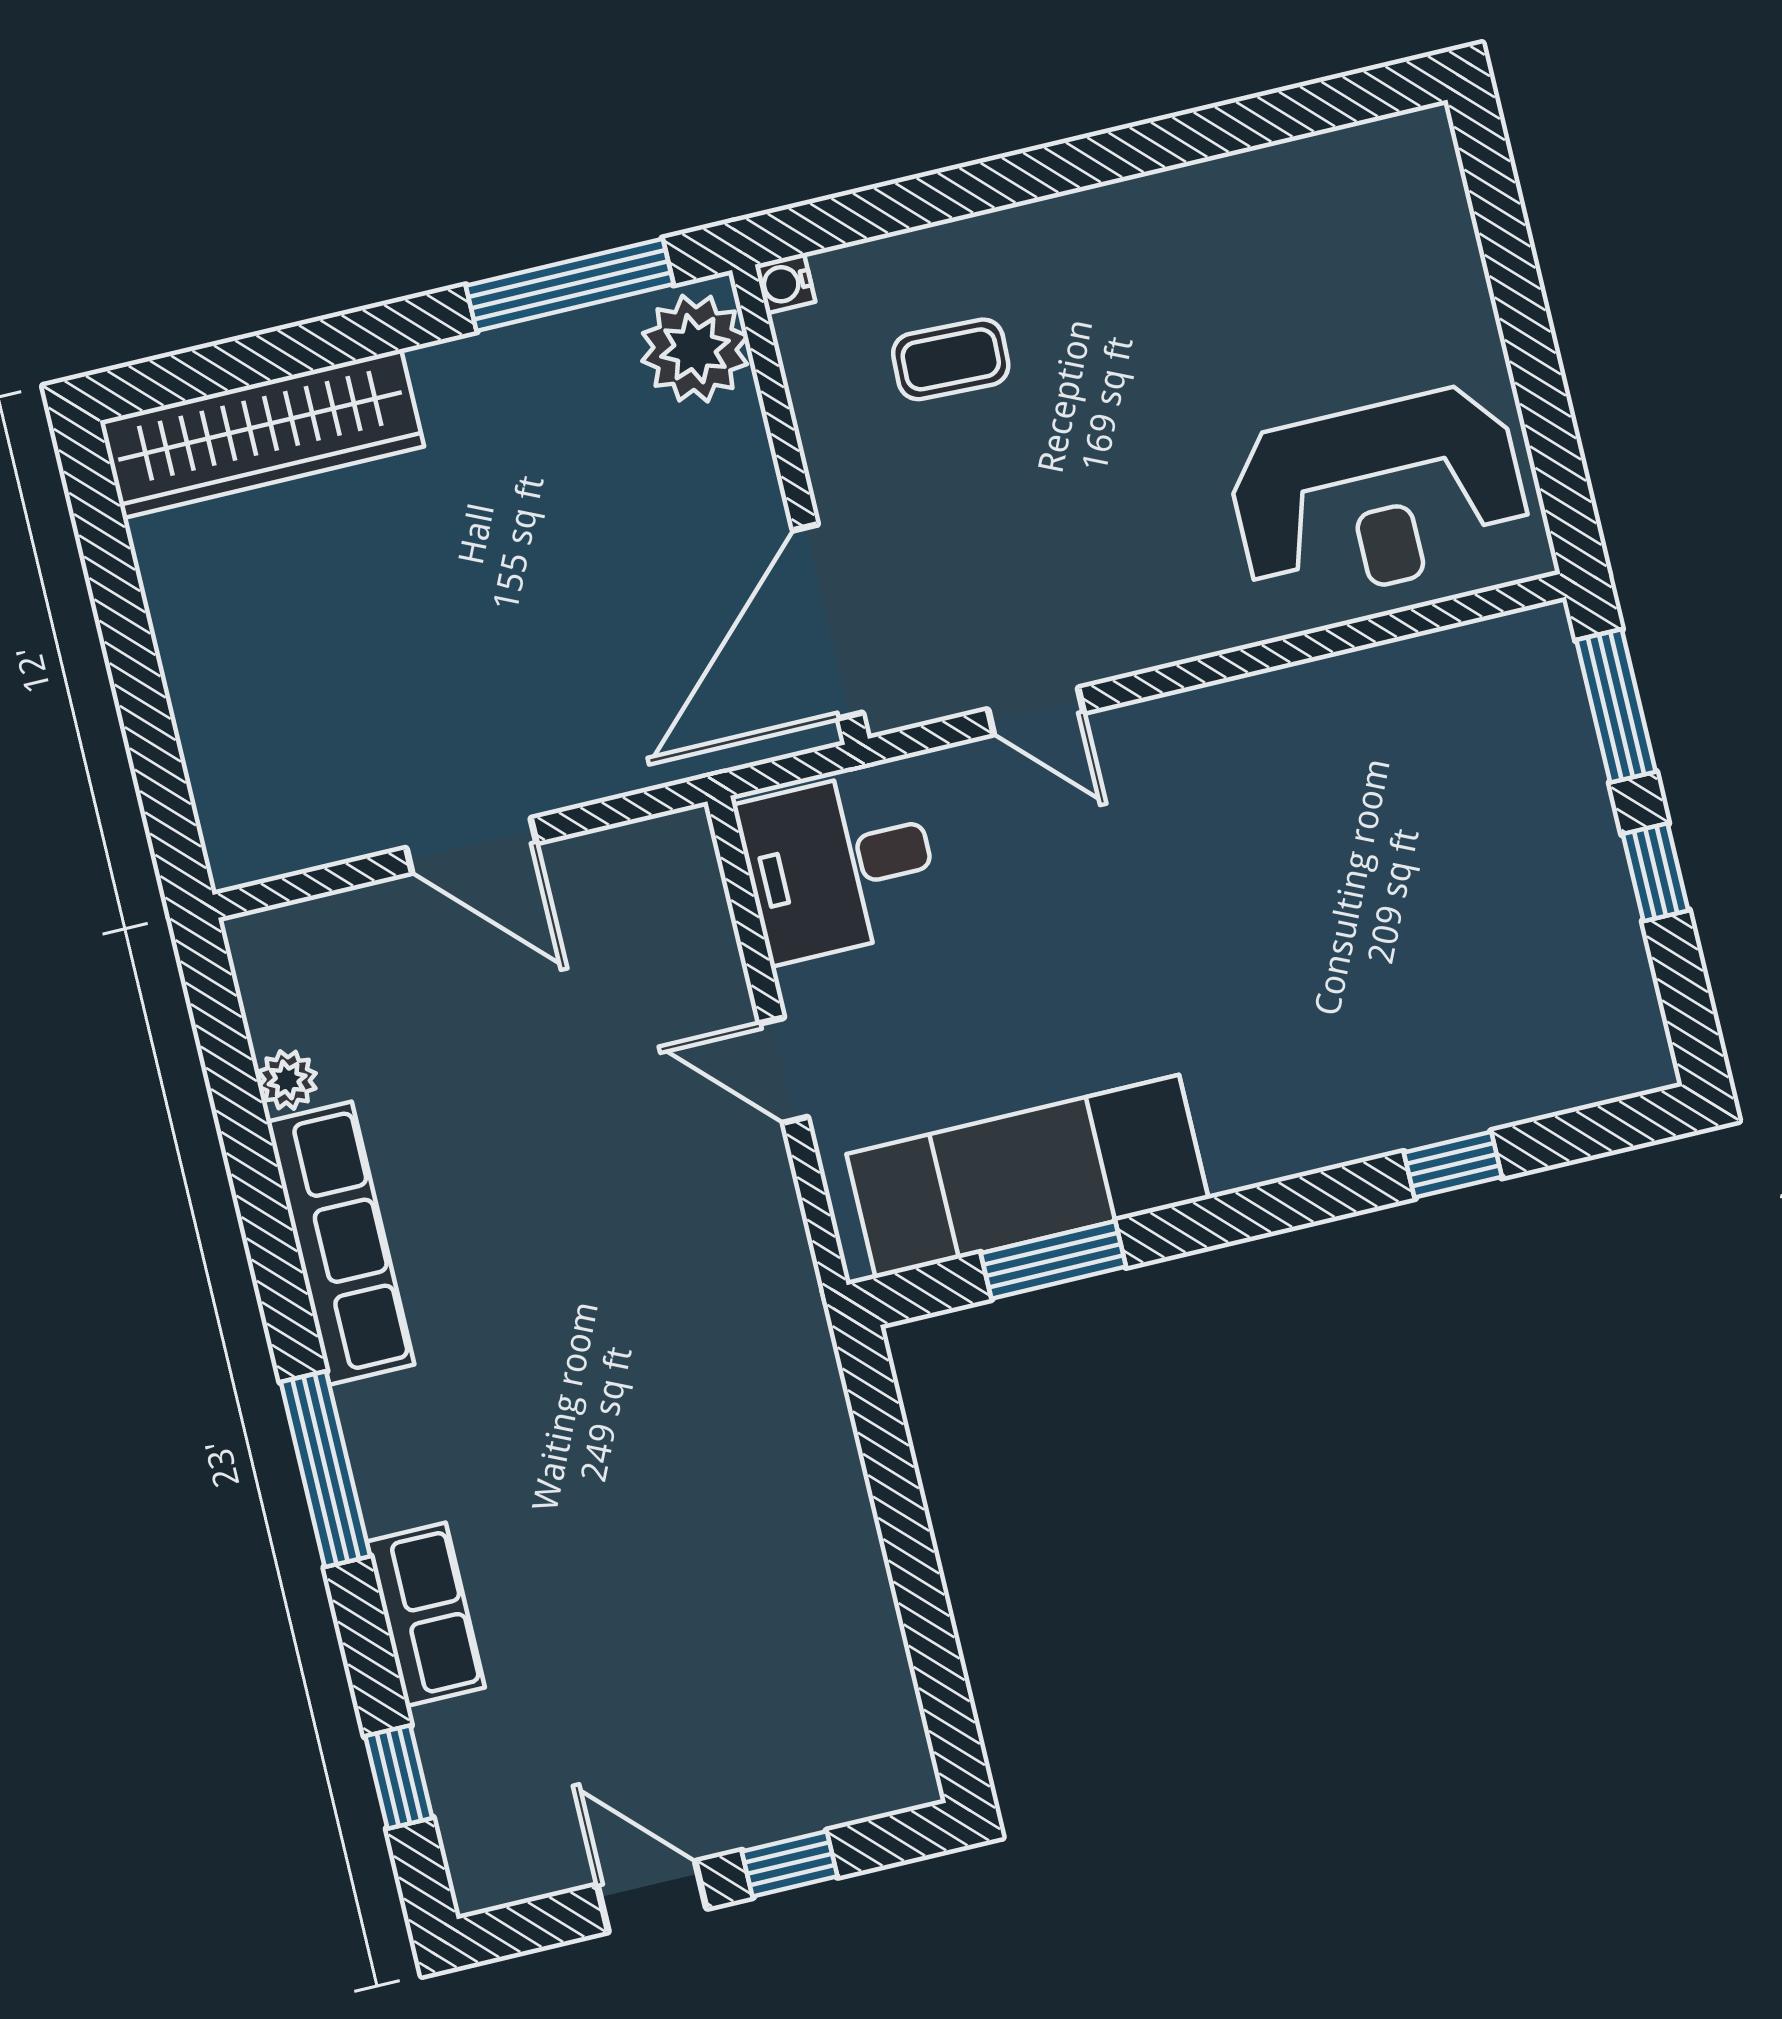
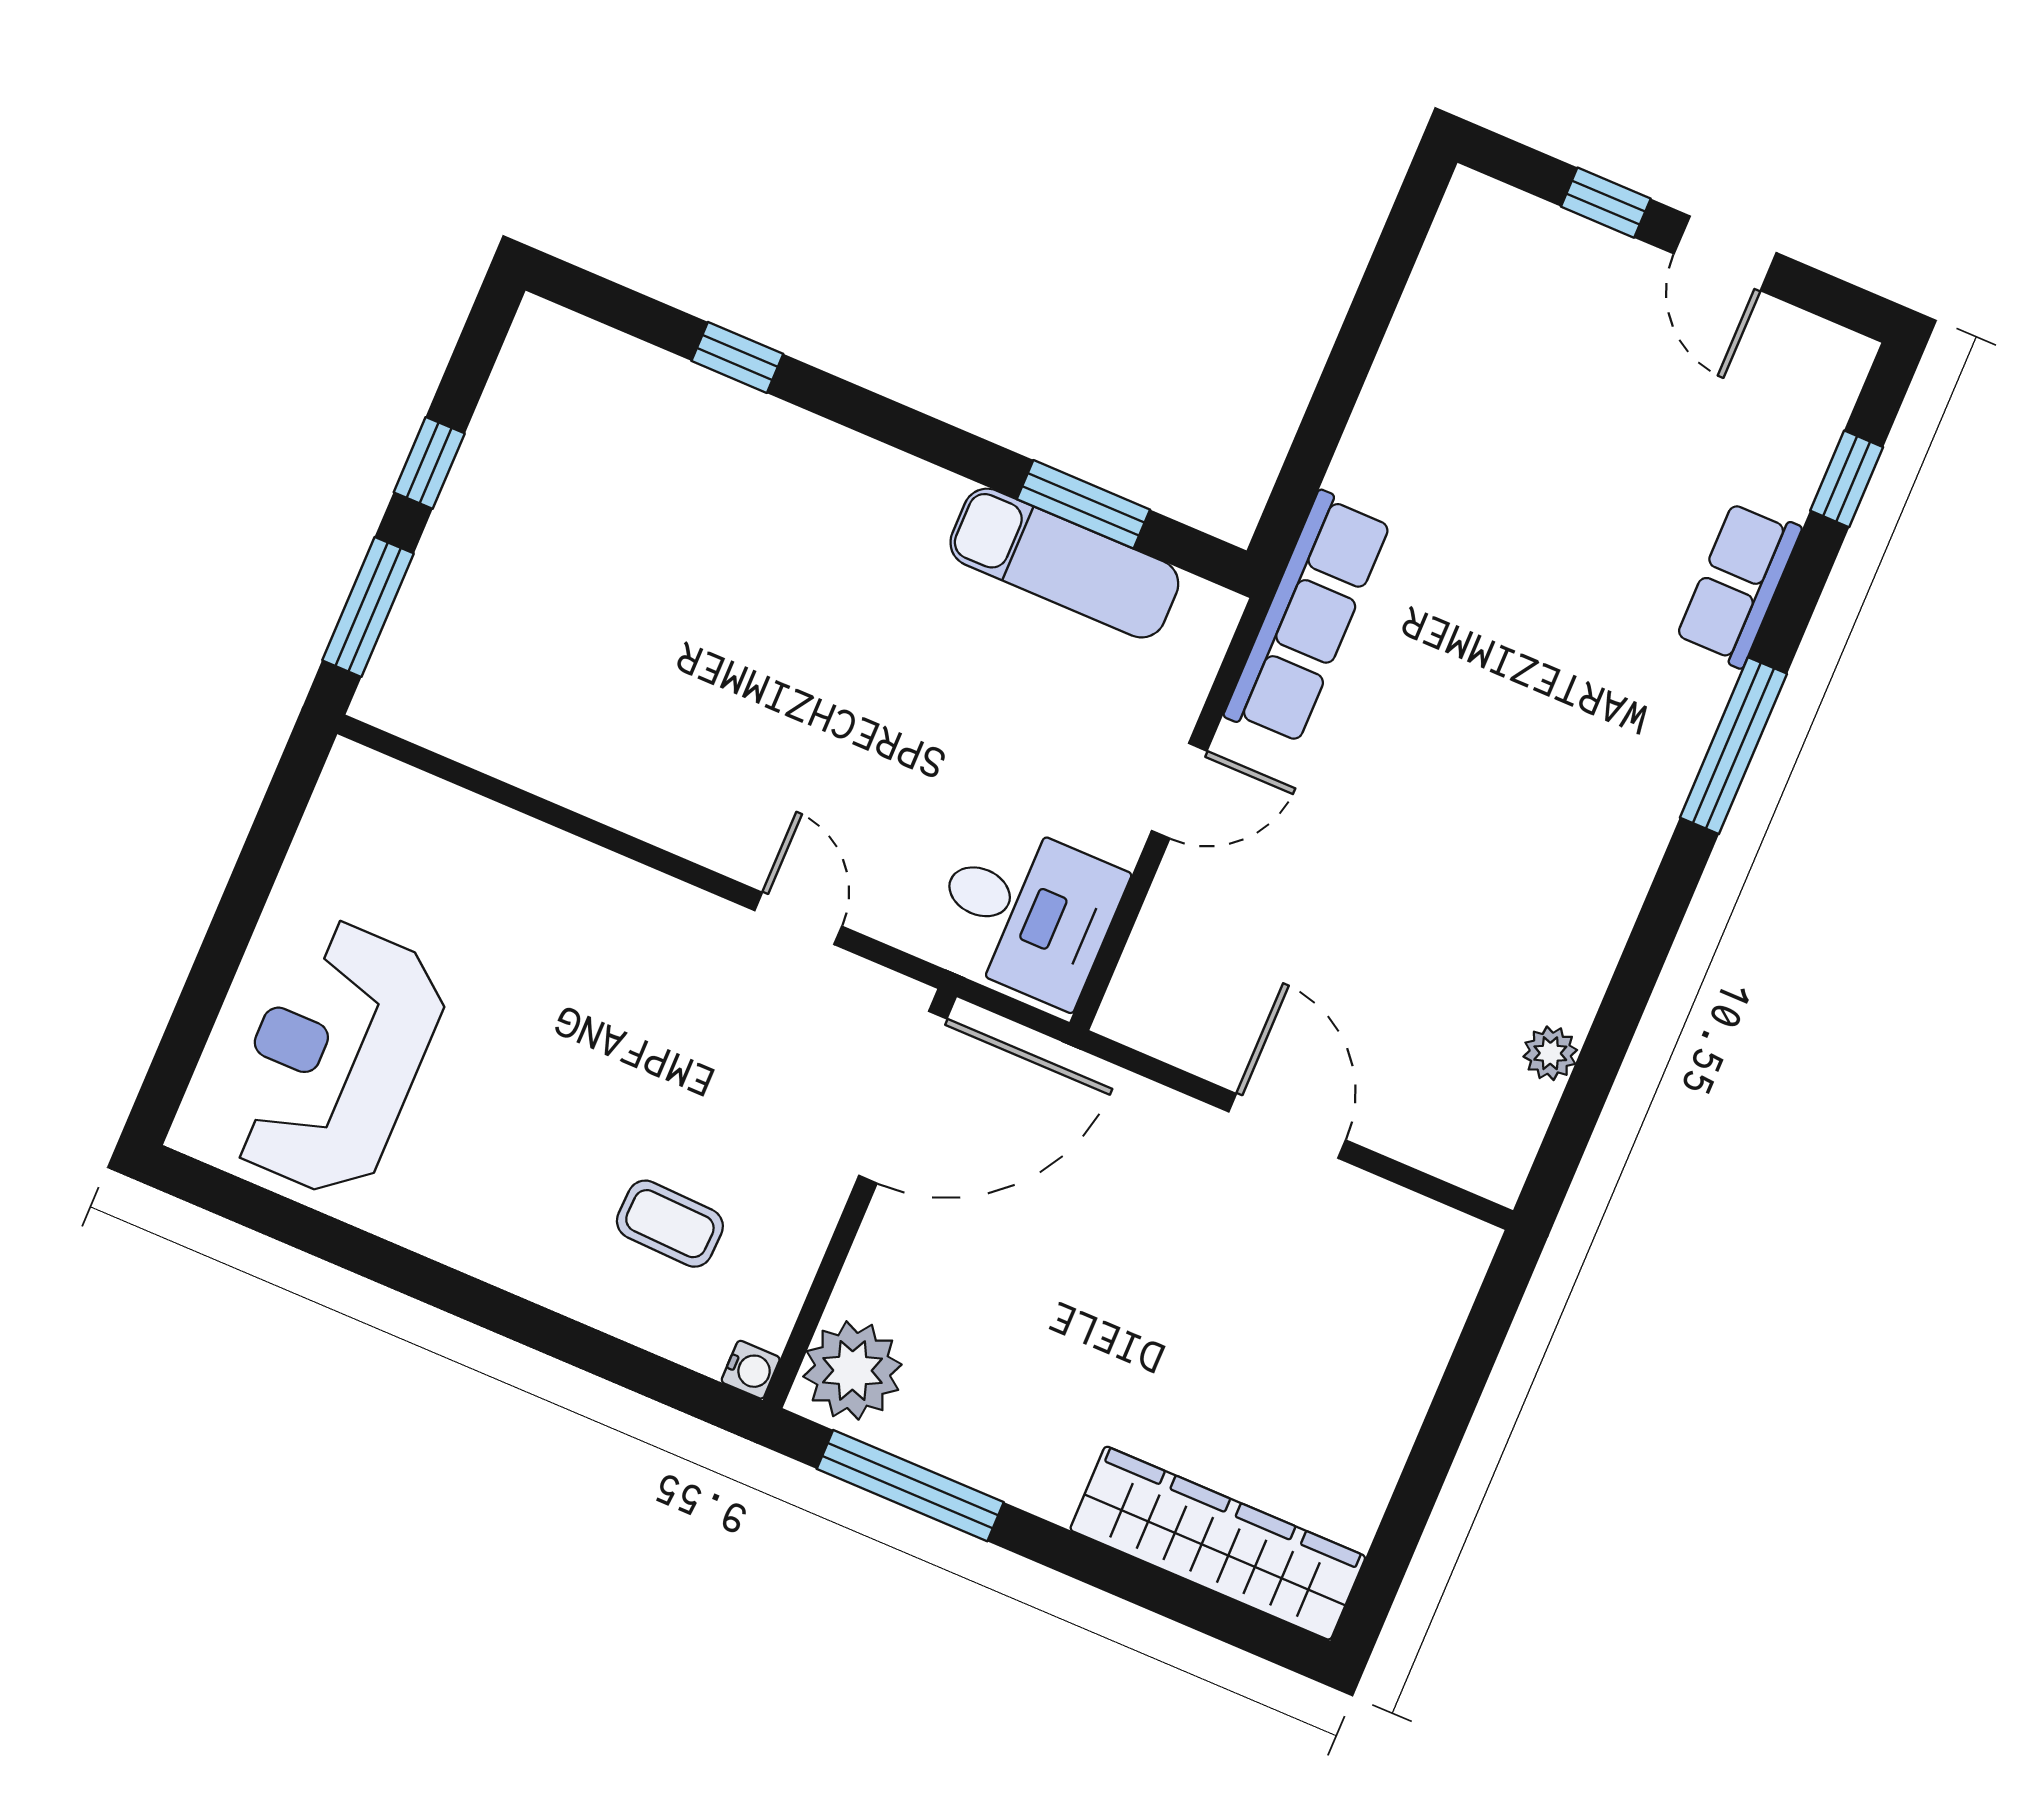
reception desk: (1378, 496) -> (335, 1058), moved, turned -90
door: (784, 1070) -> (1179, 791), hinge flipped
exam couch: (1027, 1176) -> (1064, 563), width x0.73, depth x0.69
row of seats: (341, 1243) -> (1308, 618), moved, turned 180

